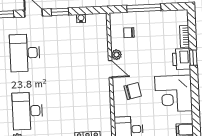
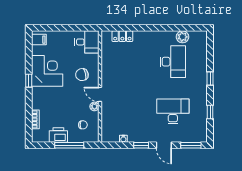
desk: (25, 53) -> (173, 111), turned -90
window: (193, 58) -> (29, 81), moved
printer: (181, 59) -> (58, 135), moved, turned -90

